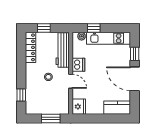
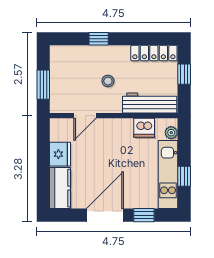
window: (94, 28) -> (184, 176), moved
dishwasher: (78, 65) -> (144, 128), moved
door: (71, 81) -> (85, 116), moved
window: (21, 95) -> (99, 39), moved
fridge: (79, 107) -> (60, 154), moved, turned -90

